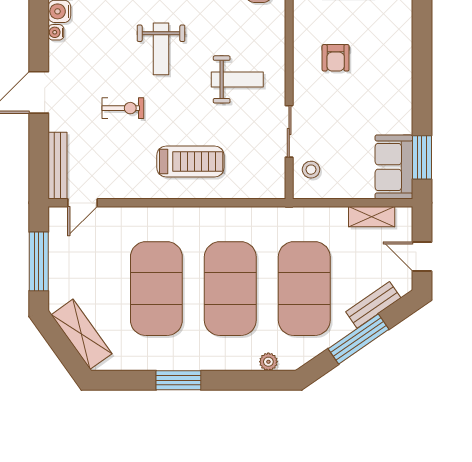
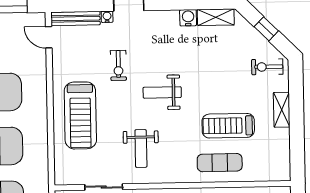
water cooler: (56, 32) -> (107, 17), moved
treadmill: (190, 162) -> (80, 115), width x1.37, depth x1.38

